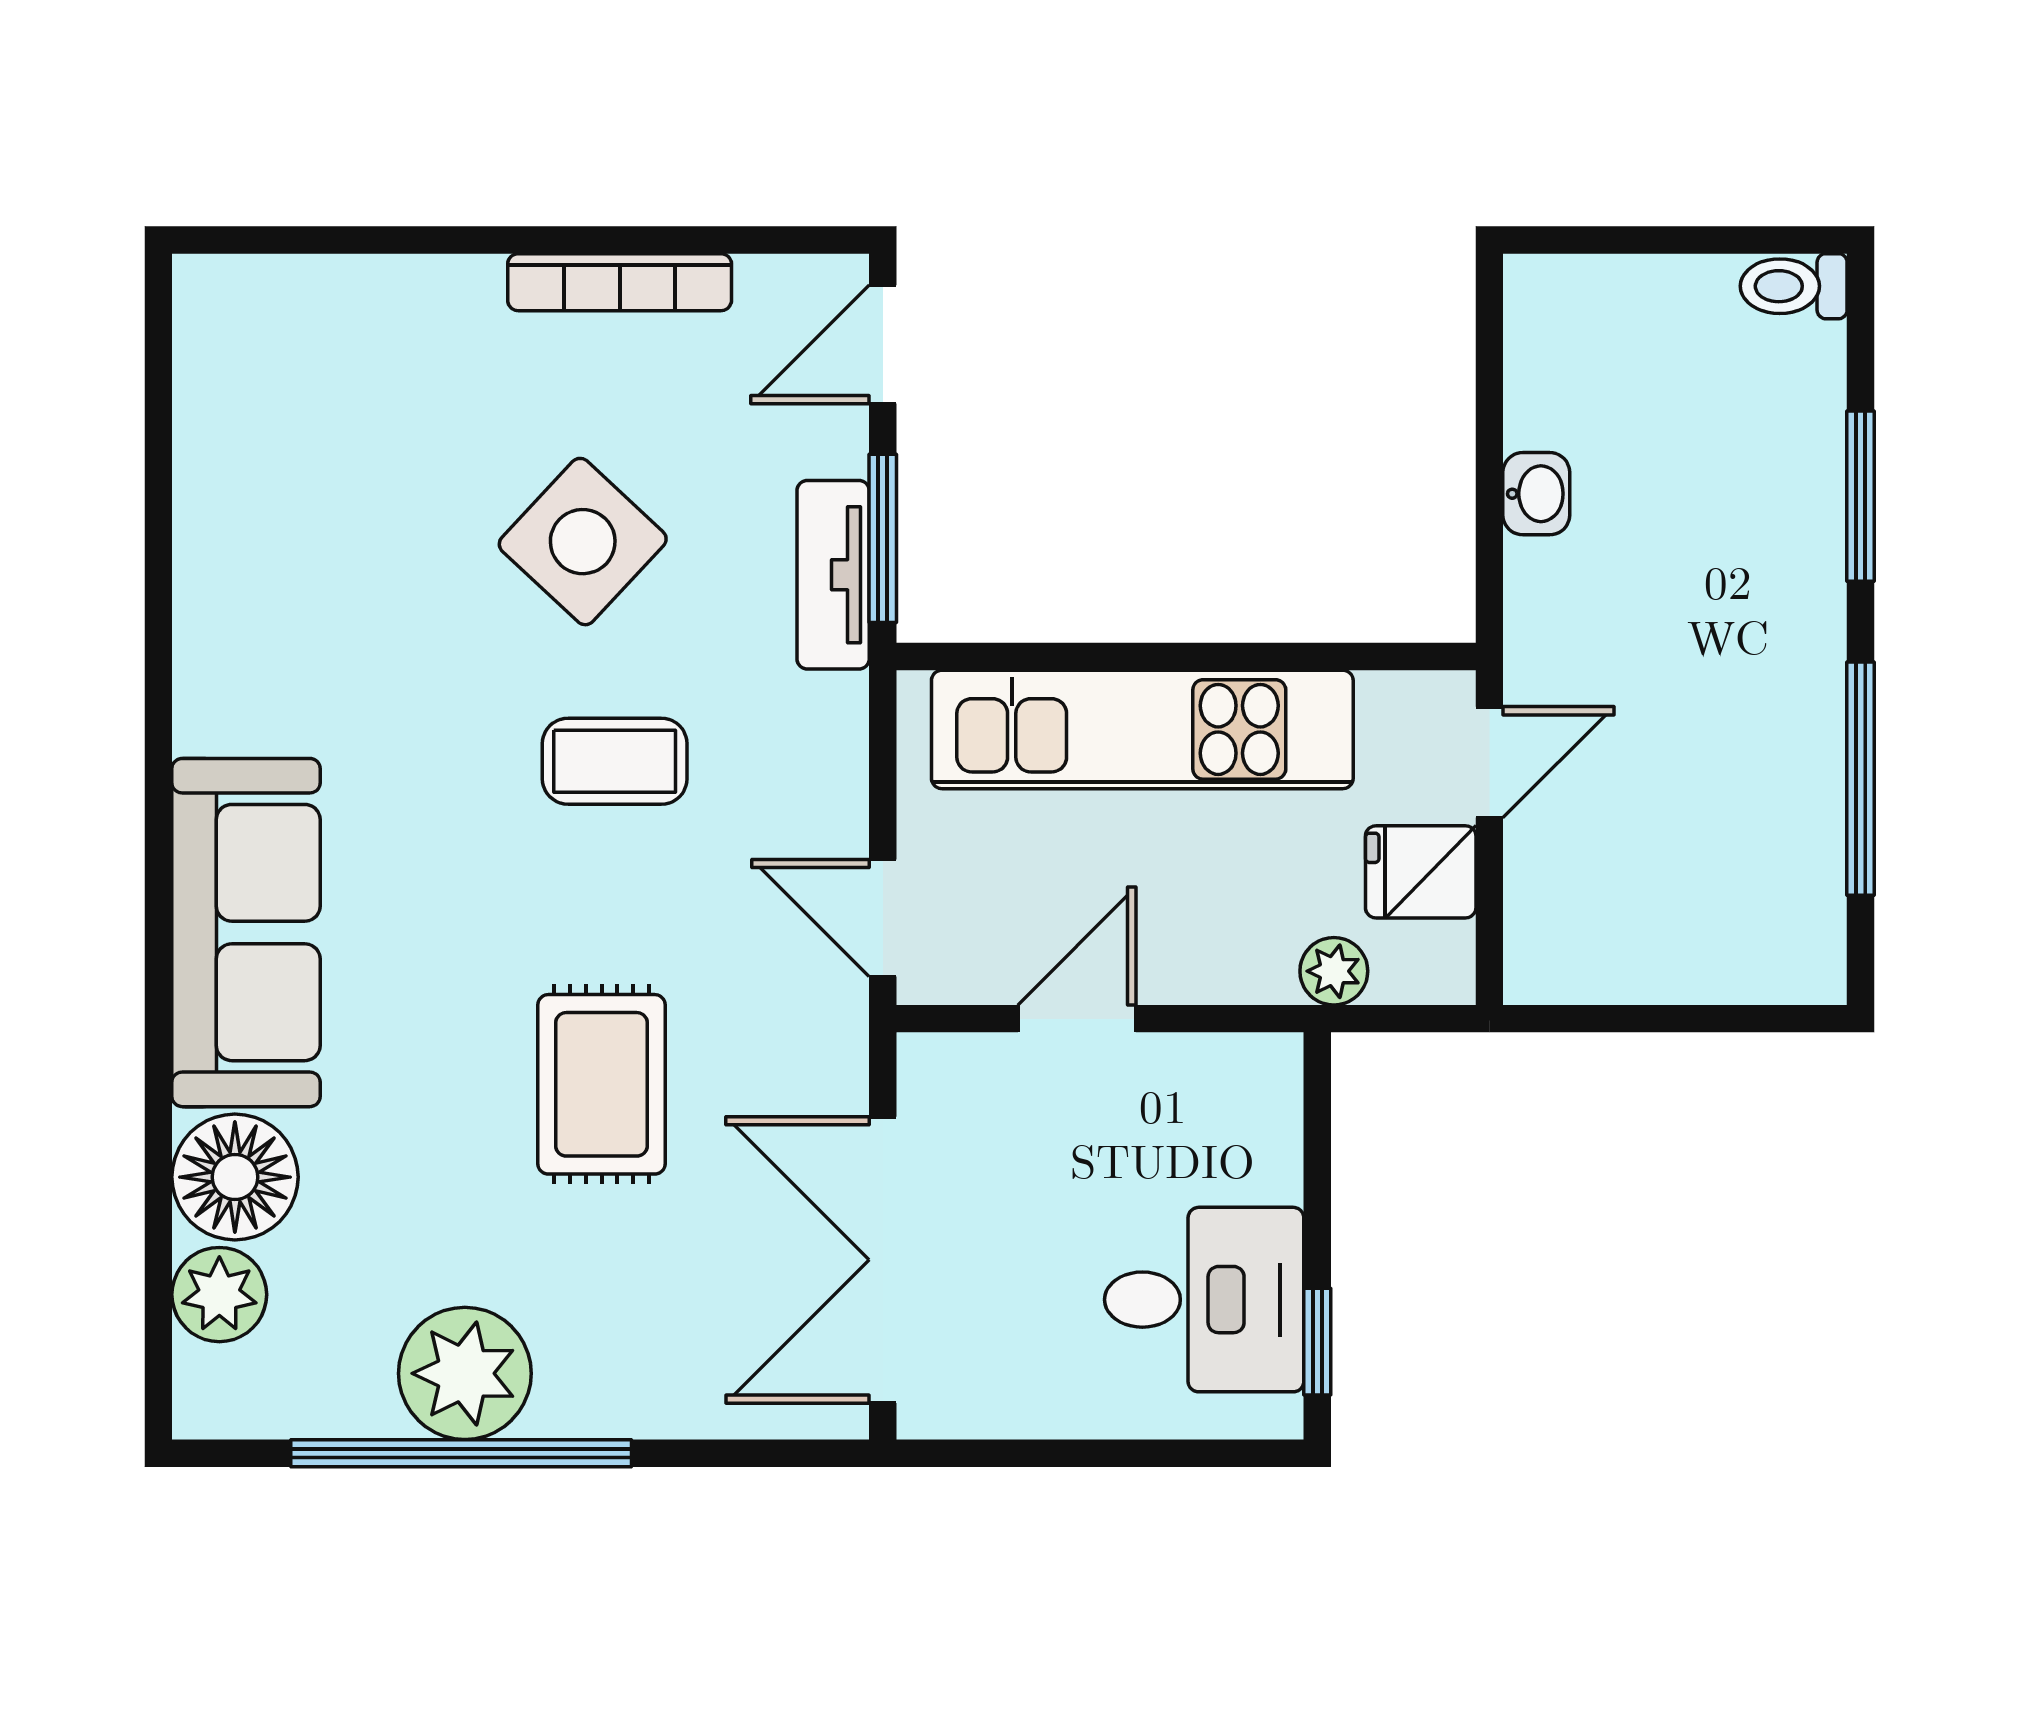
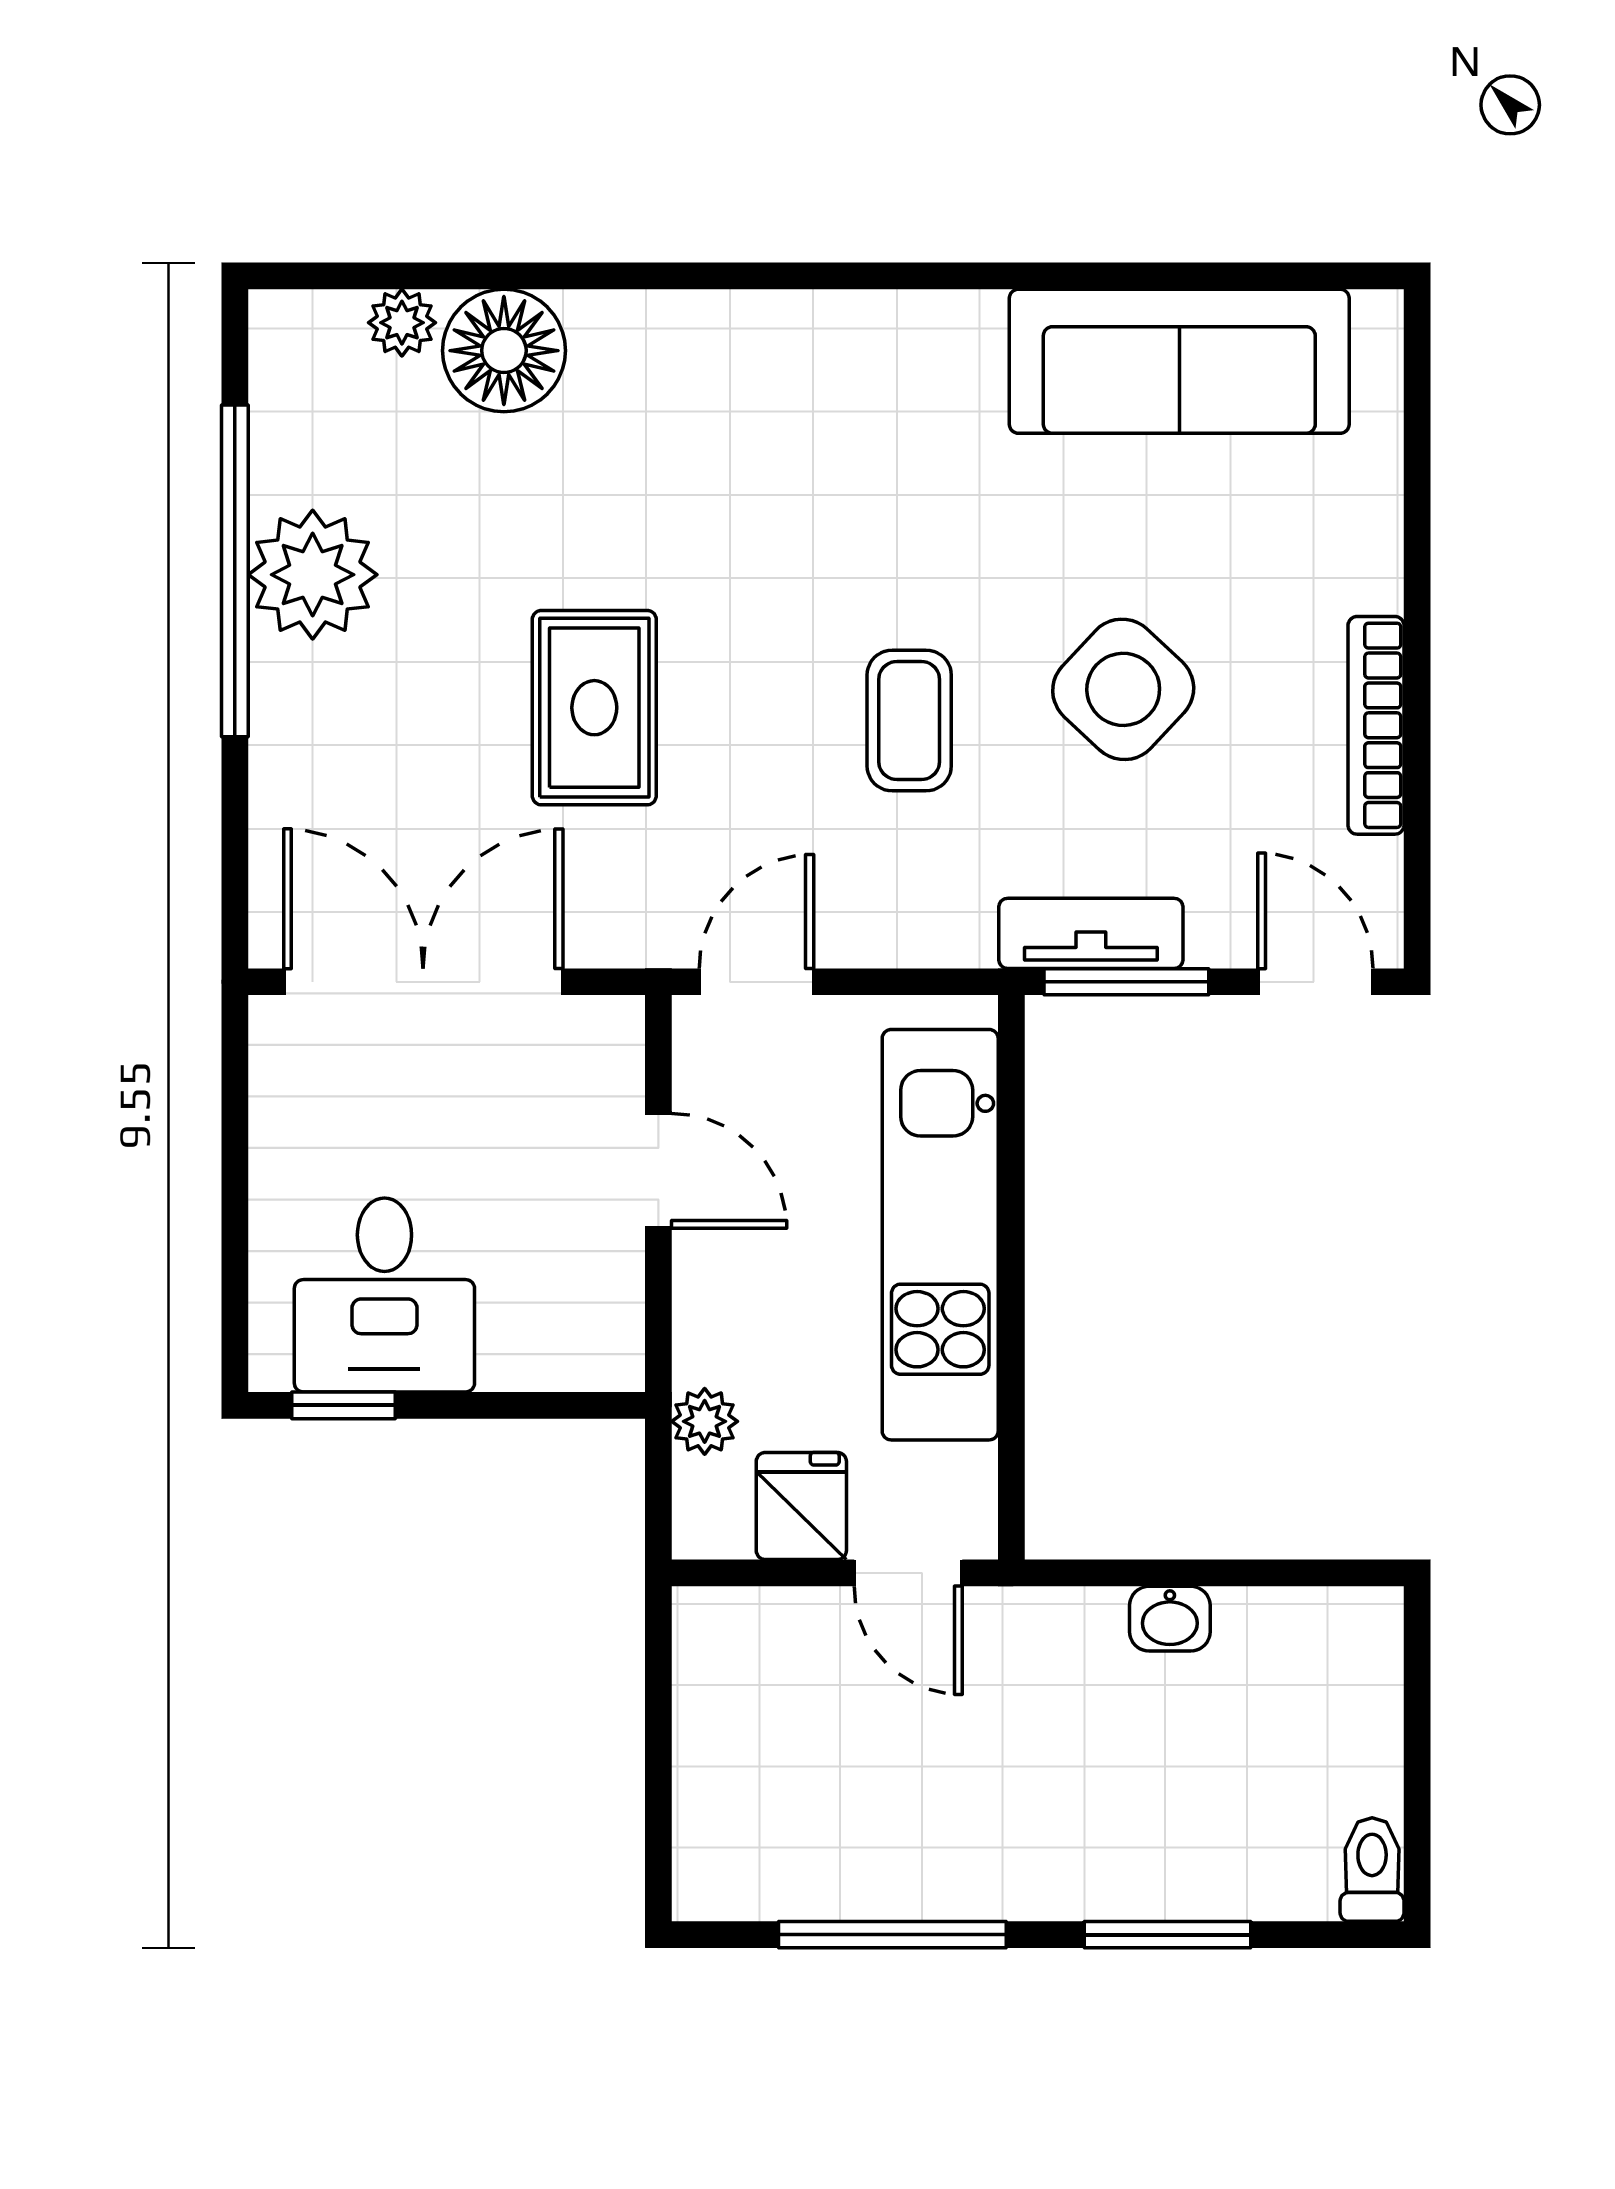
sofa: (246, 933) -> (1179, 361), moved
rug: (602, 1084) -> (594, 708), turned 90
plant: (219, 1295) -> (402, 323), width x0.73, depth x0.73

